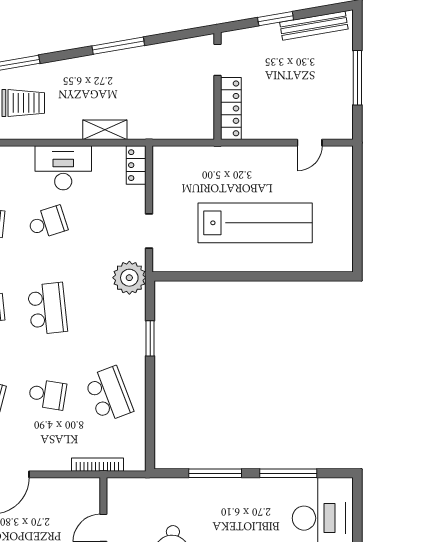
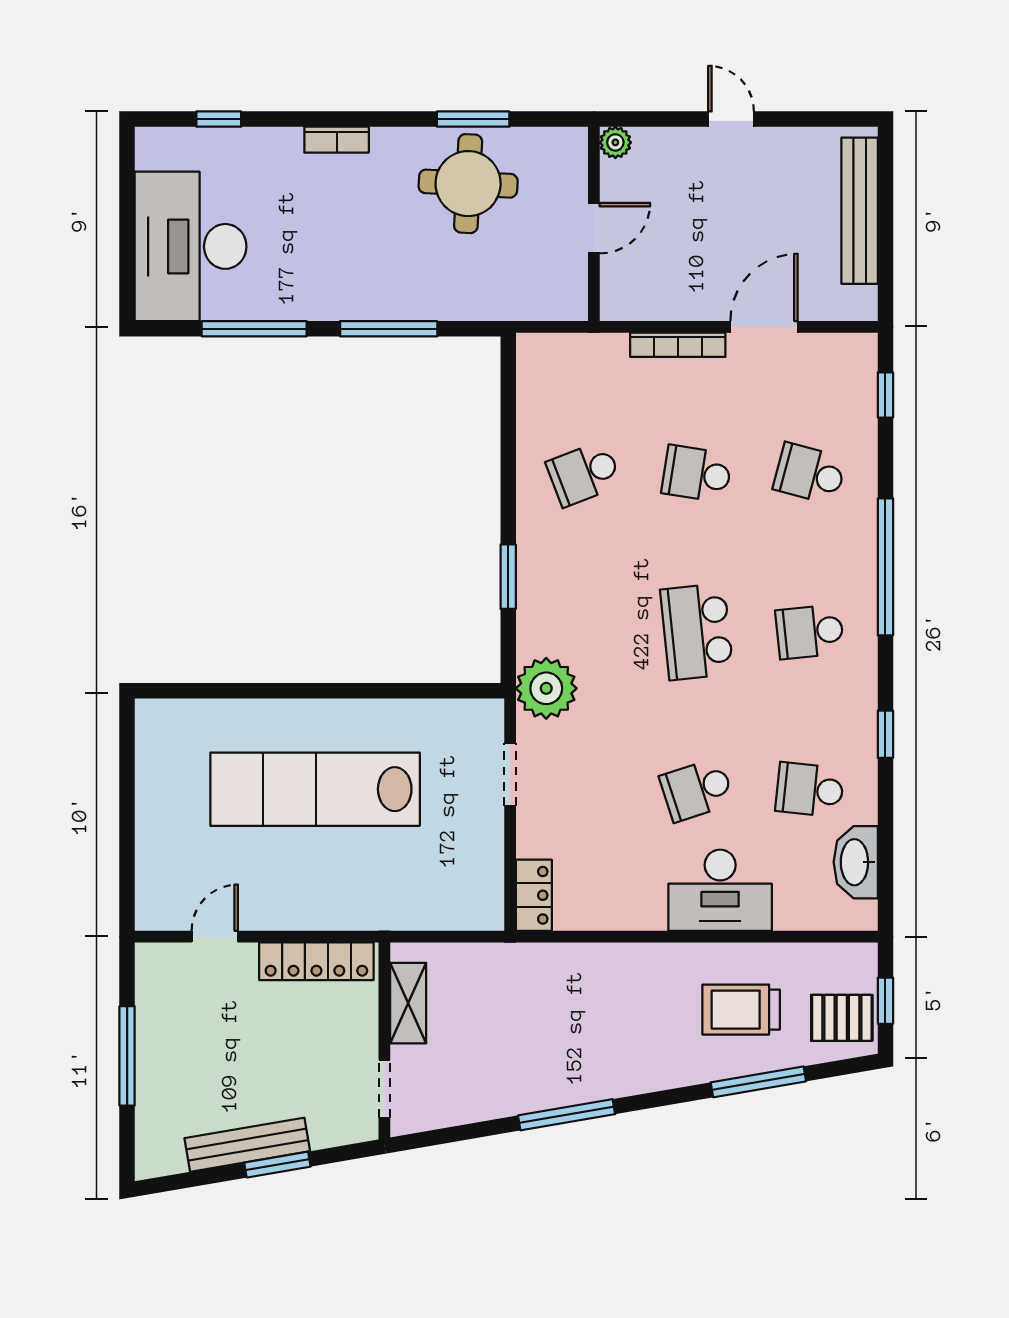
bench: (314, 26) -> (247, 1145), moved
locker: (231, 108) -> (316, 961), moved, turned -90
shelving: (105, 130) -> (408, 1003), moved, turned 90
desk: (63, 168) -> (720, 890), moved
school desk: (109, 394) -> (584, 474), width x0.54
bookcase: (98, 465) -> (678, 345), moved

